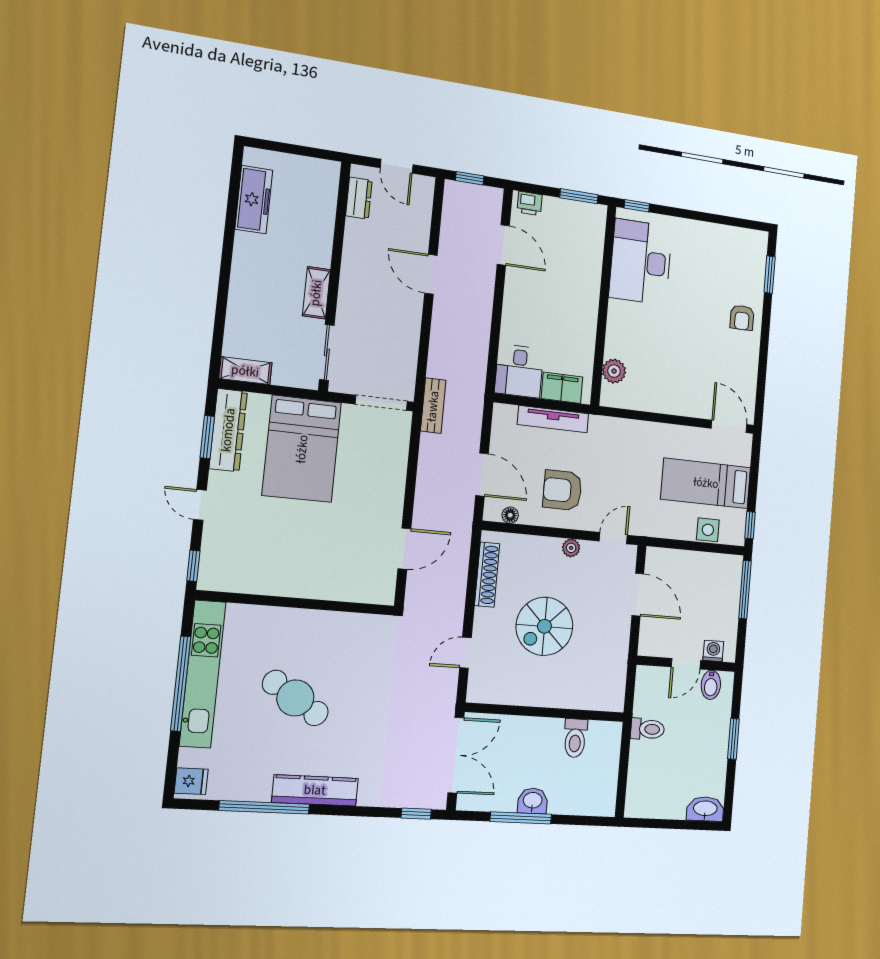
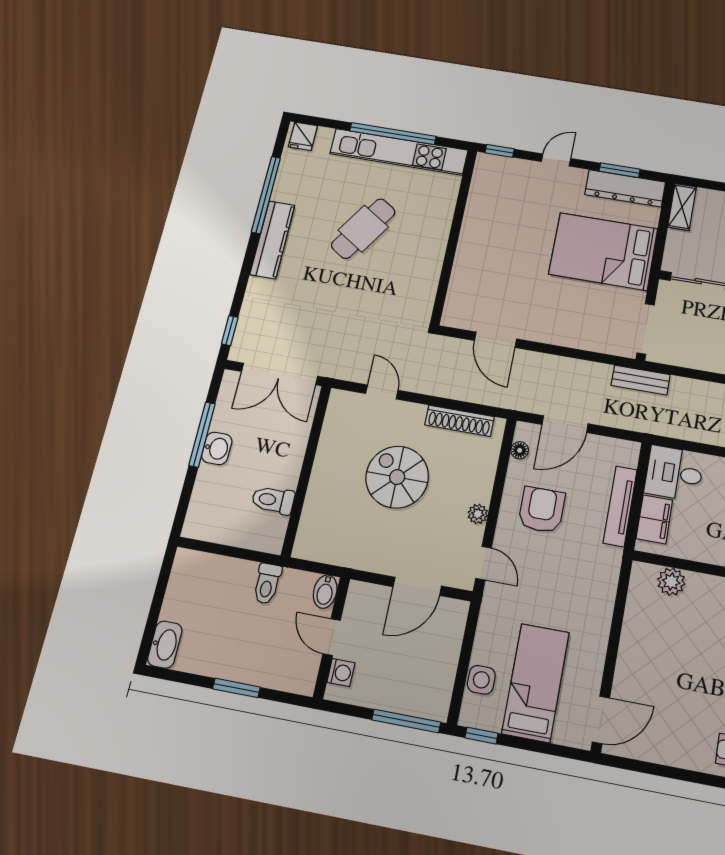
bidet: (711, 685) -> (325, 592), moved, turned -90

